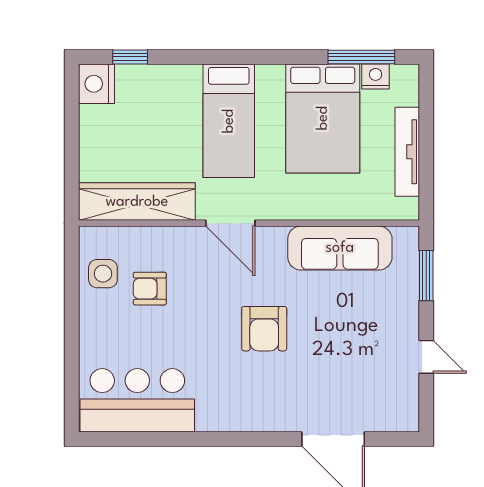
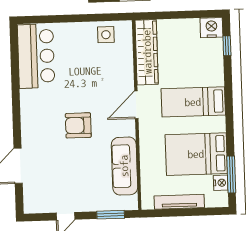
armchair: (150, 289) -> (98, 61), removed

